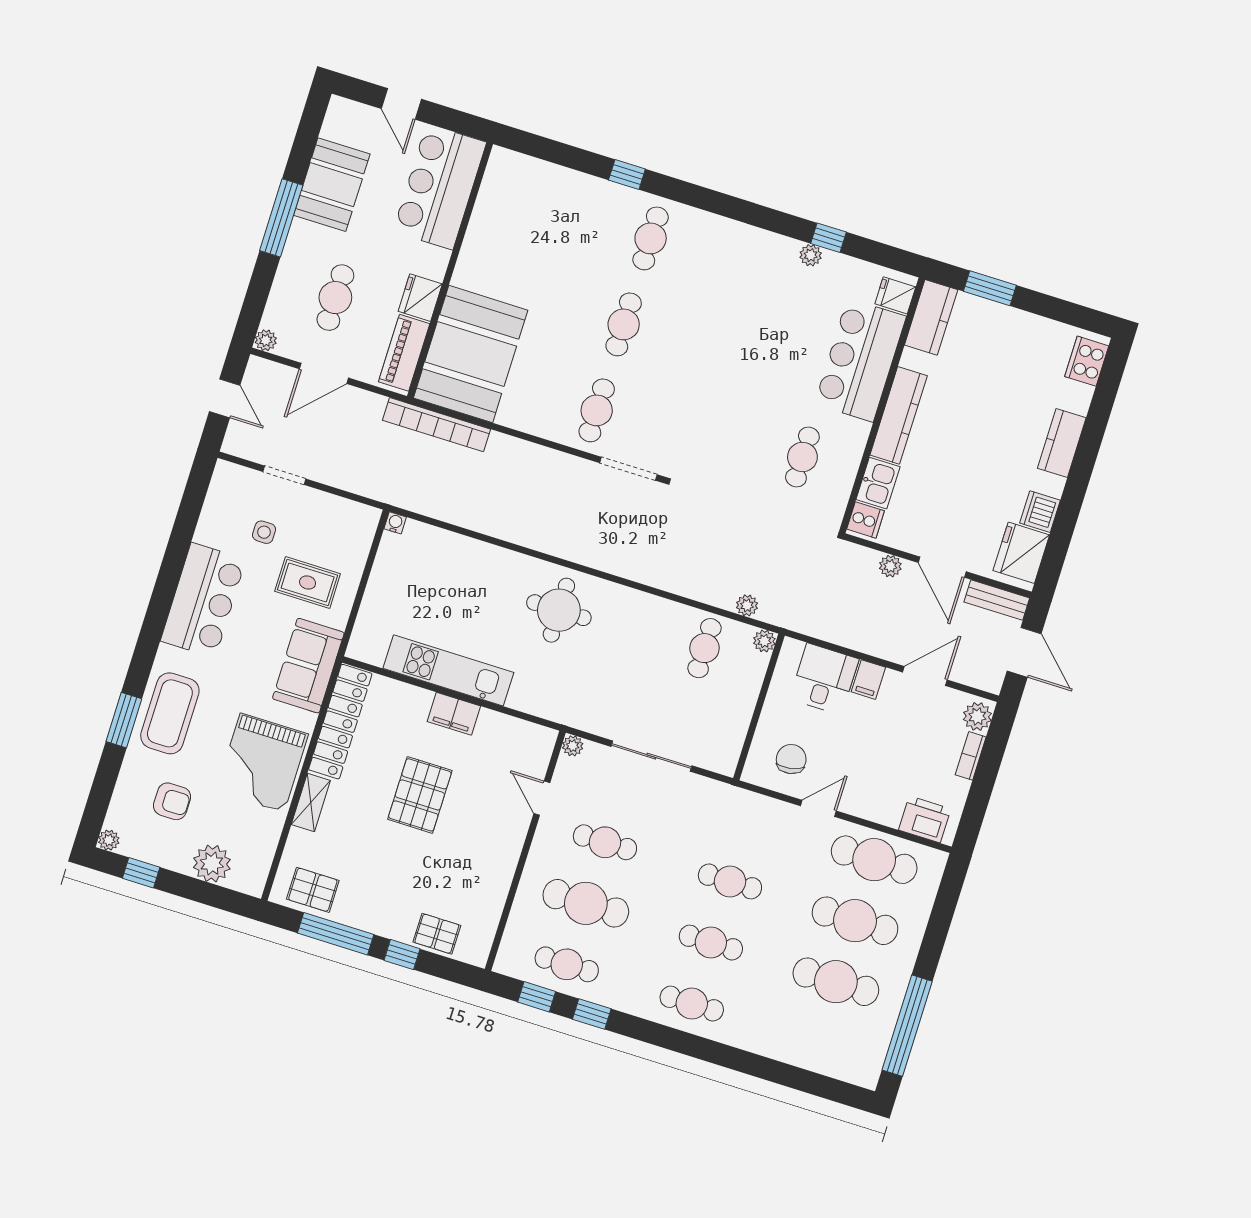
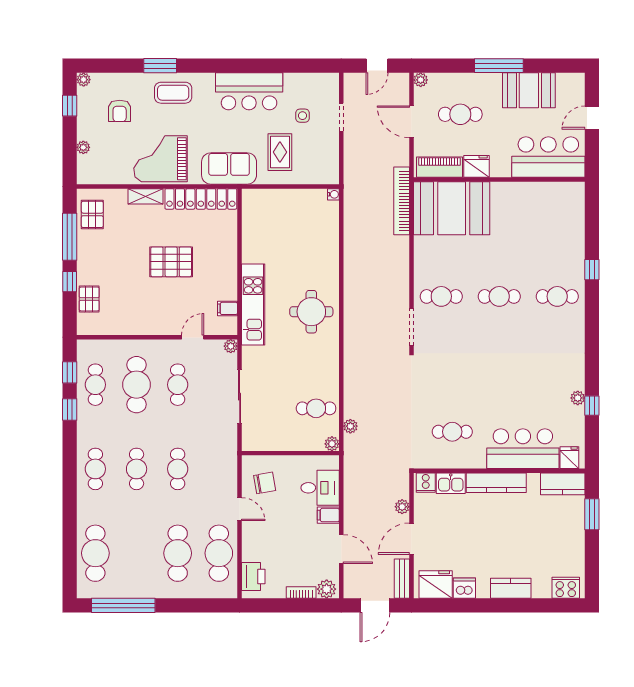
kitchen unit: (448, 670) -> (253, 304), moved
coffee table: (170, 713) -> (173, 93), width x0.73, depth x0.76
filing cabinet: (454, 714) -> (228, 308), moved, width x0.50
plant: (212, 864) -> (83, 147), width x0.53, depth x0.53
cafe table: (836, 982) -> (95, 553), moved

